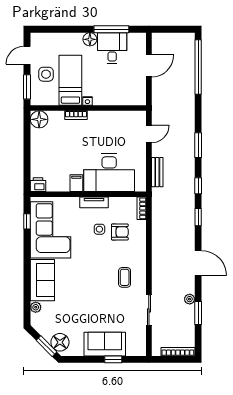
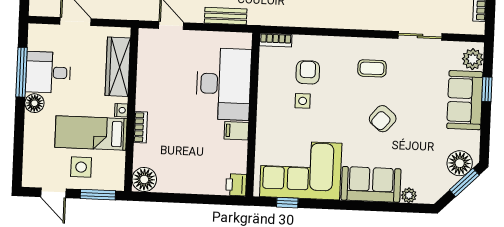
wardrobe: (118, 97) -> (118, 67), added
tv unit: (94, 202) -> (265, 107), removed
armchair: (89, 286) -> (383, 119), added
plant: (134, 348) -> (473, 59), added

